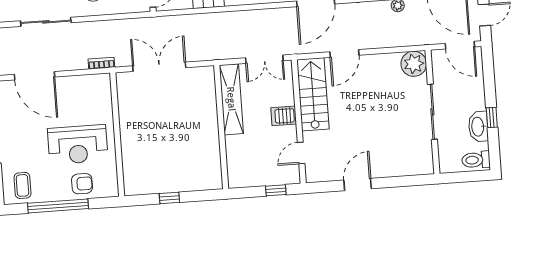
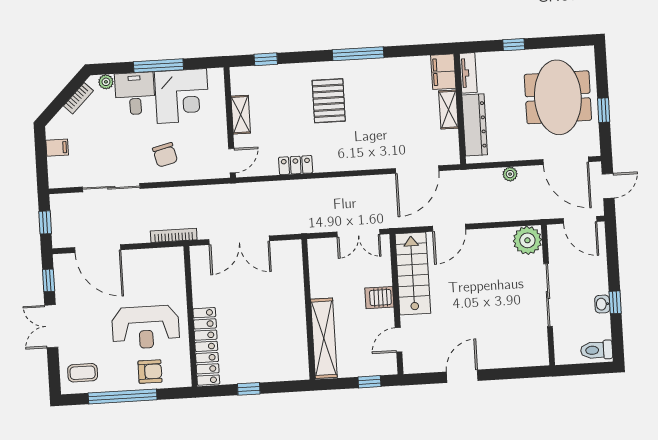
bookcase: (101, 63) -> (174, 235), width x1.56
double door: (159, 67) -> (239, 240), swing flipped
shelving: (231, 99) -> (324, 338), moved
washbasin: (478, 127) -> (602, 304), width x0.52, depth x0.69
locker: (131, 161) -> (206, 346), added
coffee table: (22, 185) -> (83, 373), turned 90

